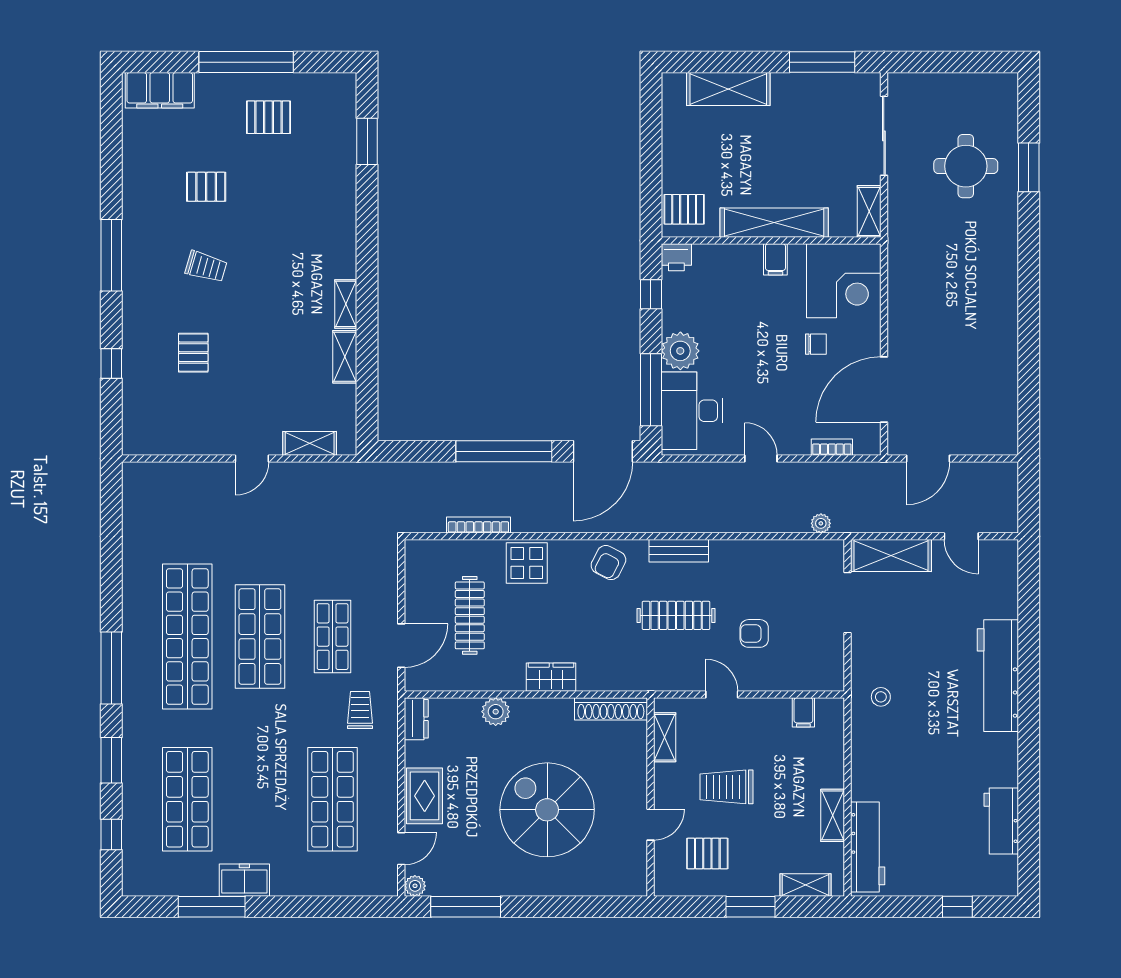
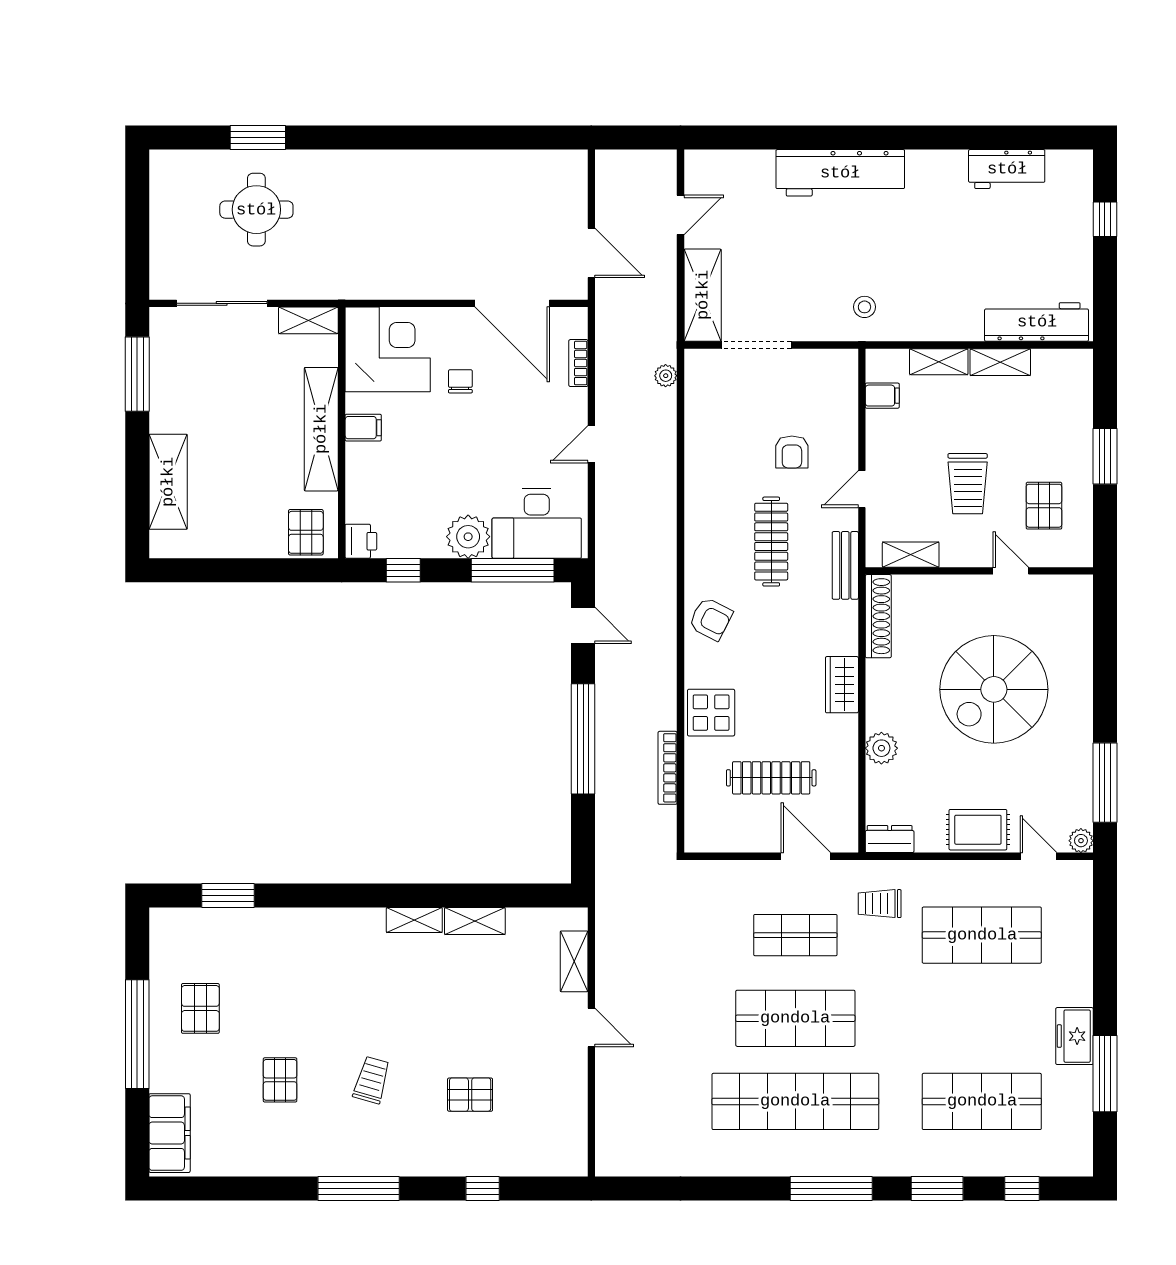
door: (603, 451) -> (583, 625), width x0.53
bench: (679, 551) -> (845, 565), moved
shelving: (806, 885) -> (939, 362), moved, turned 90

